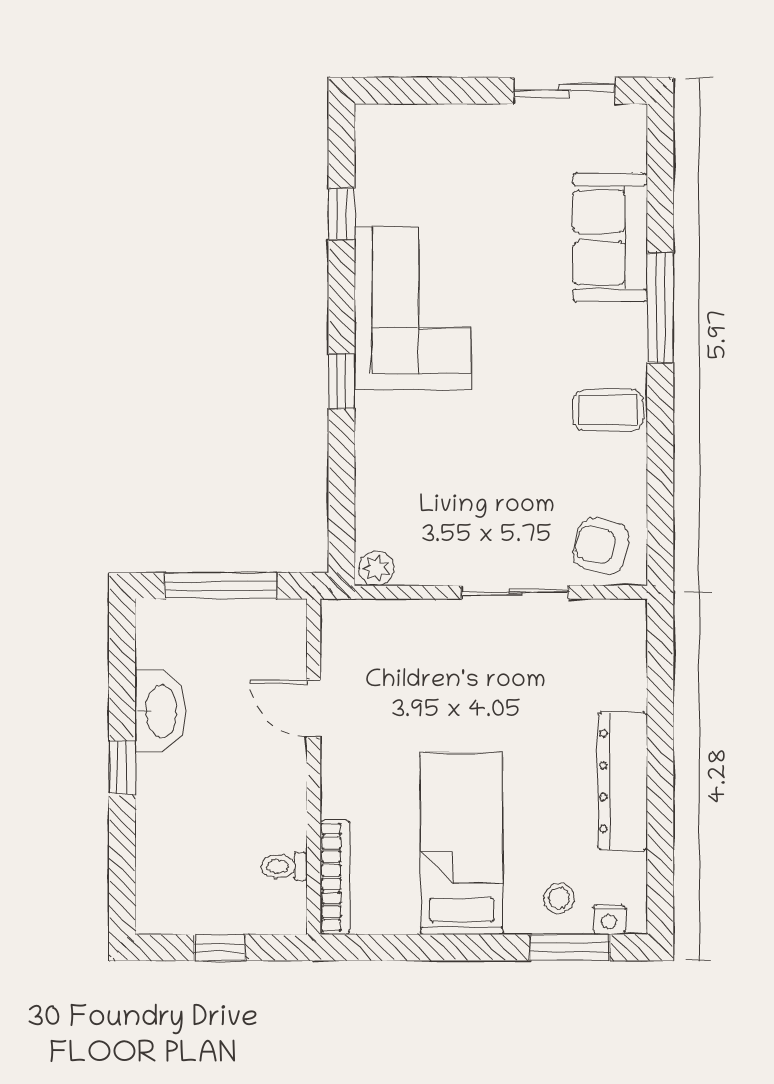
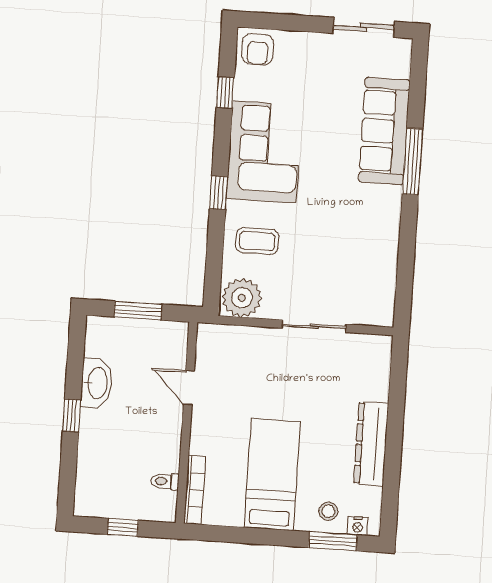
sofa: (610, 237) -> (384, 131), width x1.36
coffee table: (608, 410) -> (257, 241), moved
armchair: (601, 546) -> (258, 49), moved, turned -104
plant: (376, 568) -> (242, 298), width x1.87, depth x1.87
window: (220, 586) -> (138, 311), width x0.69

